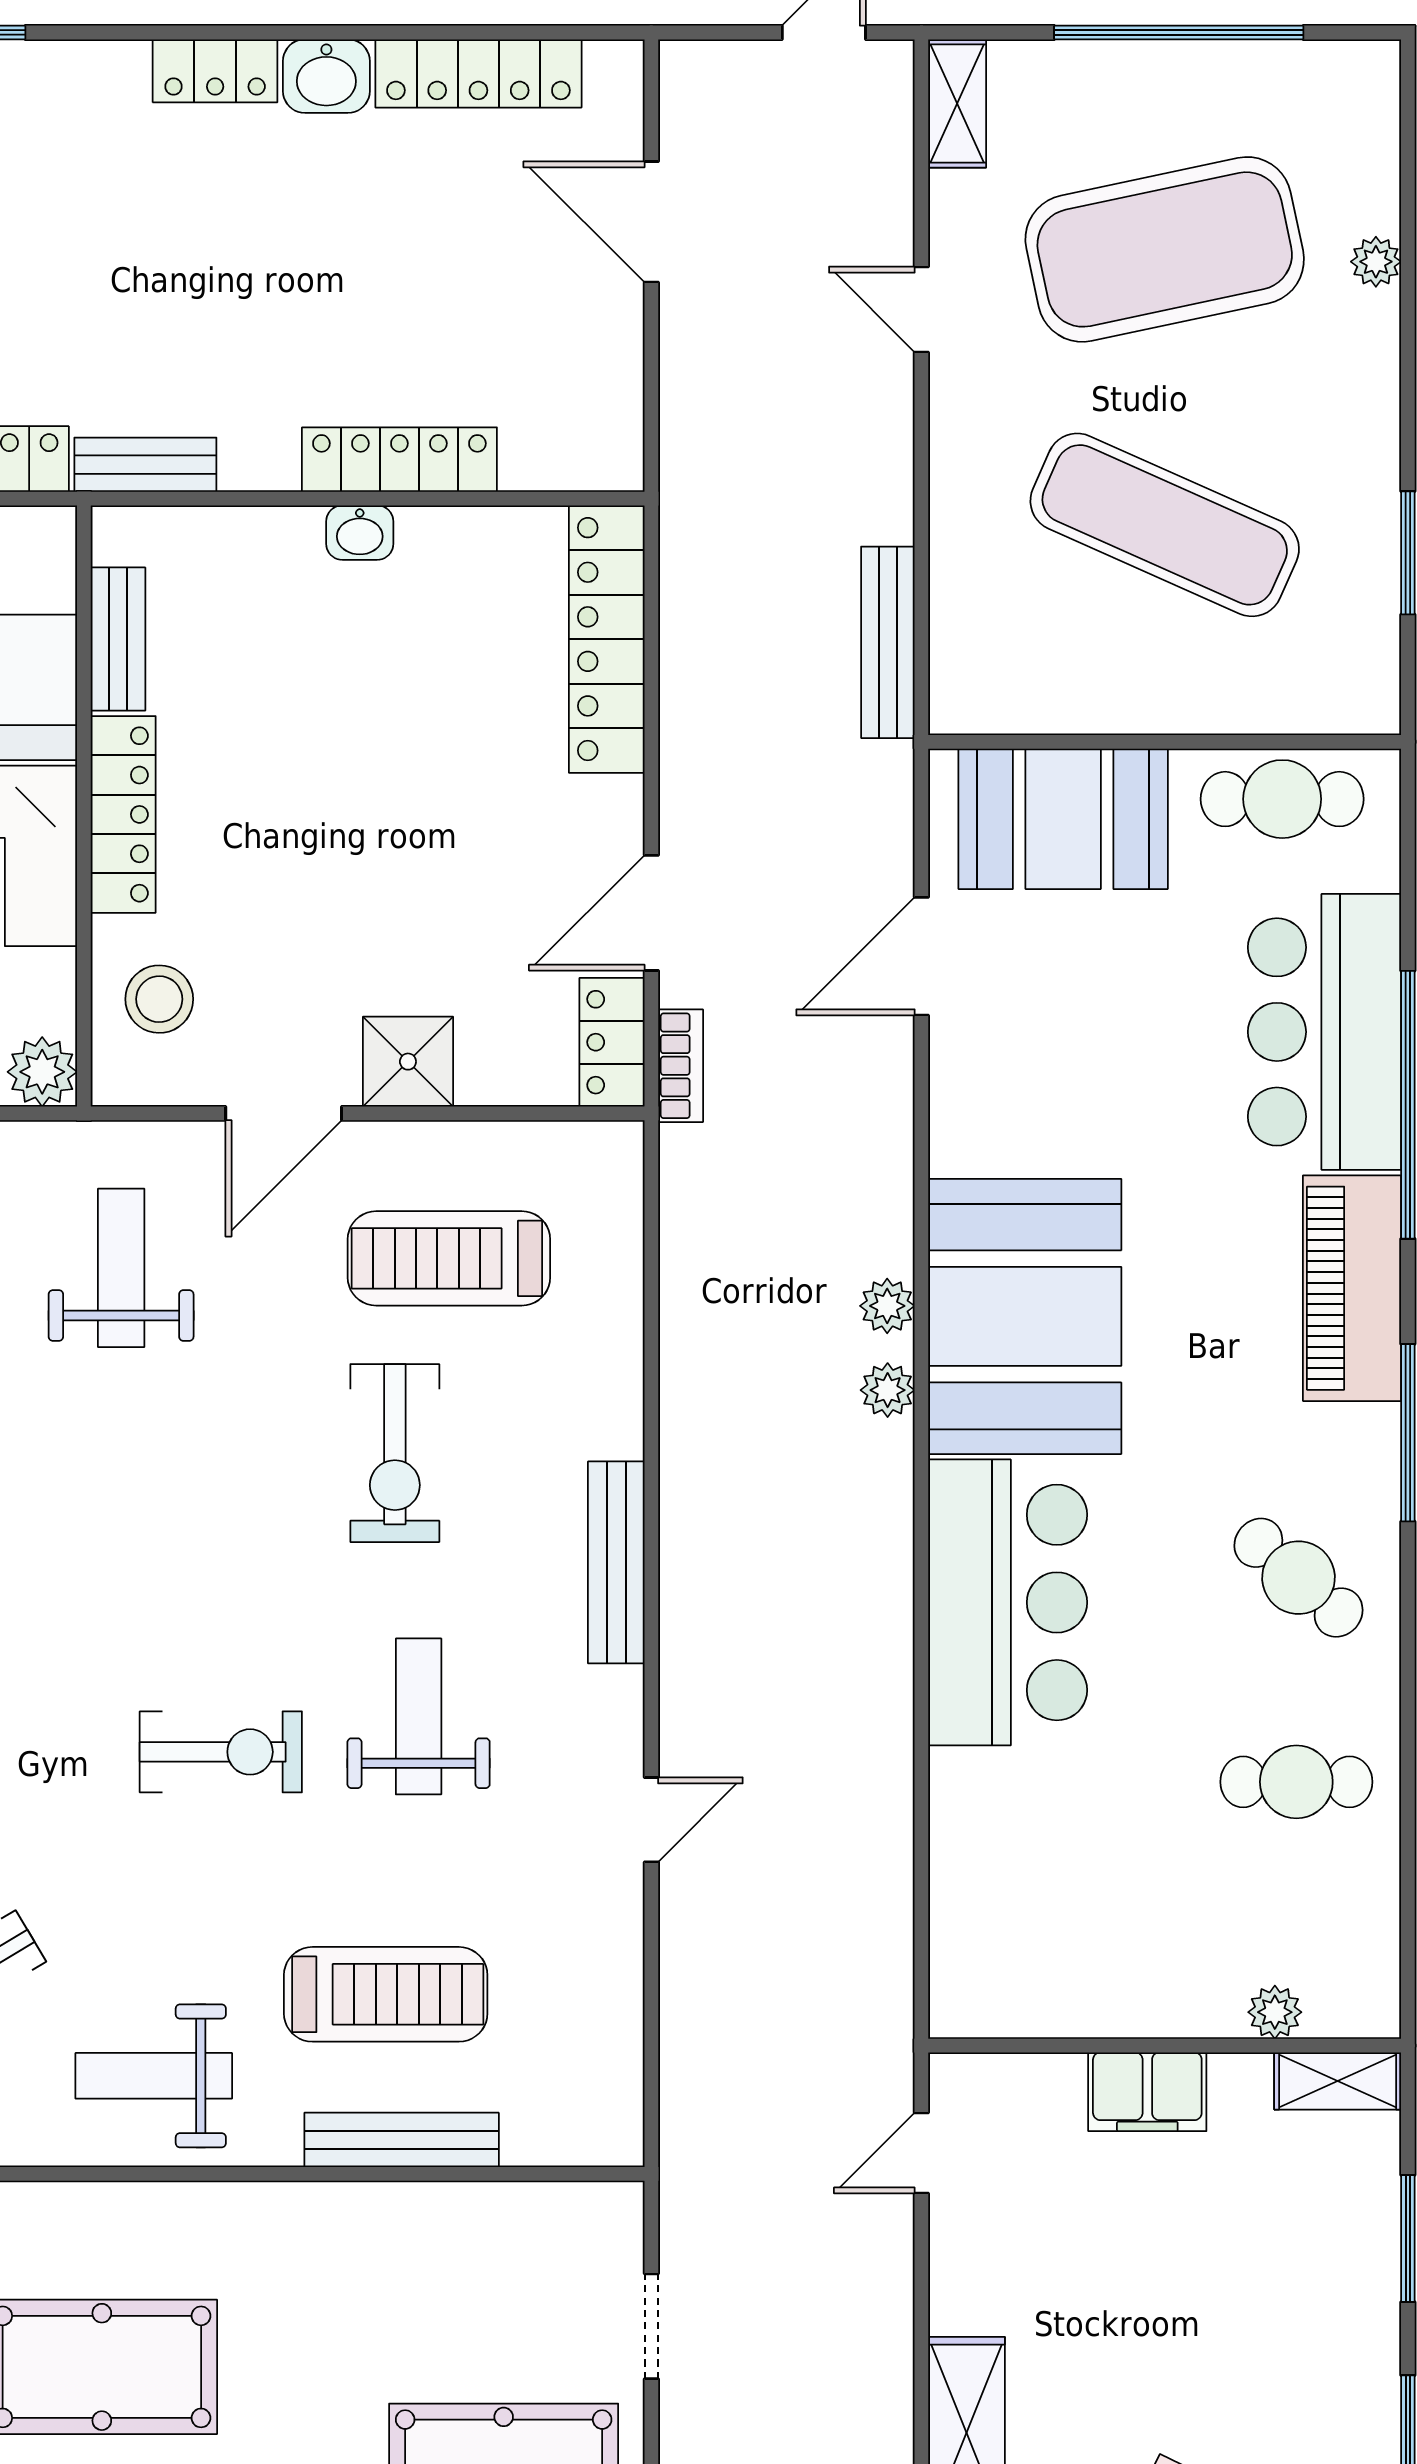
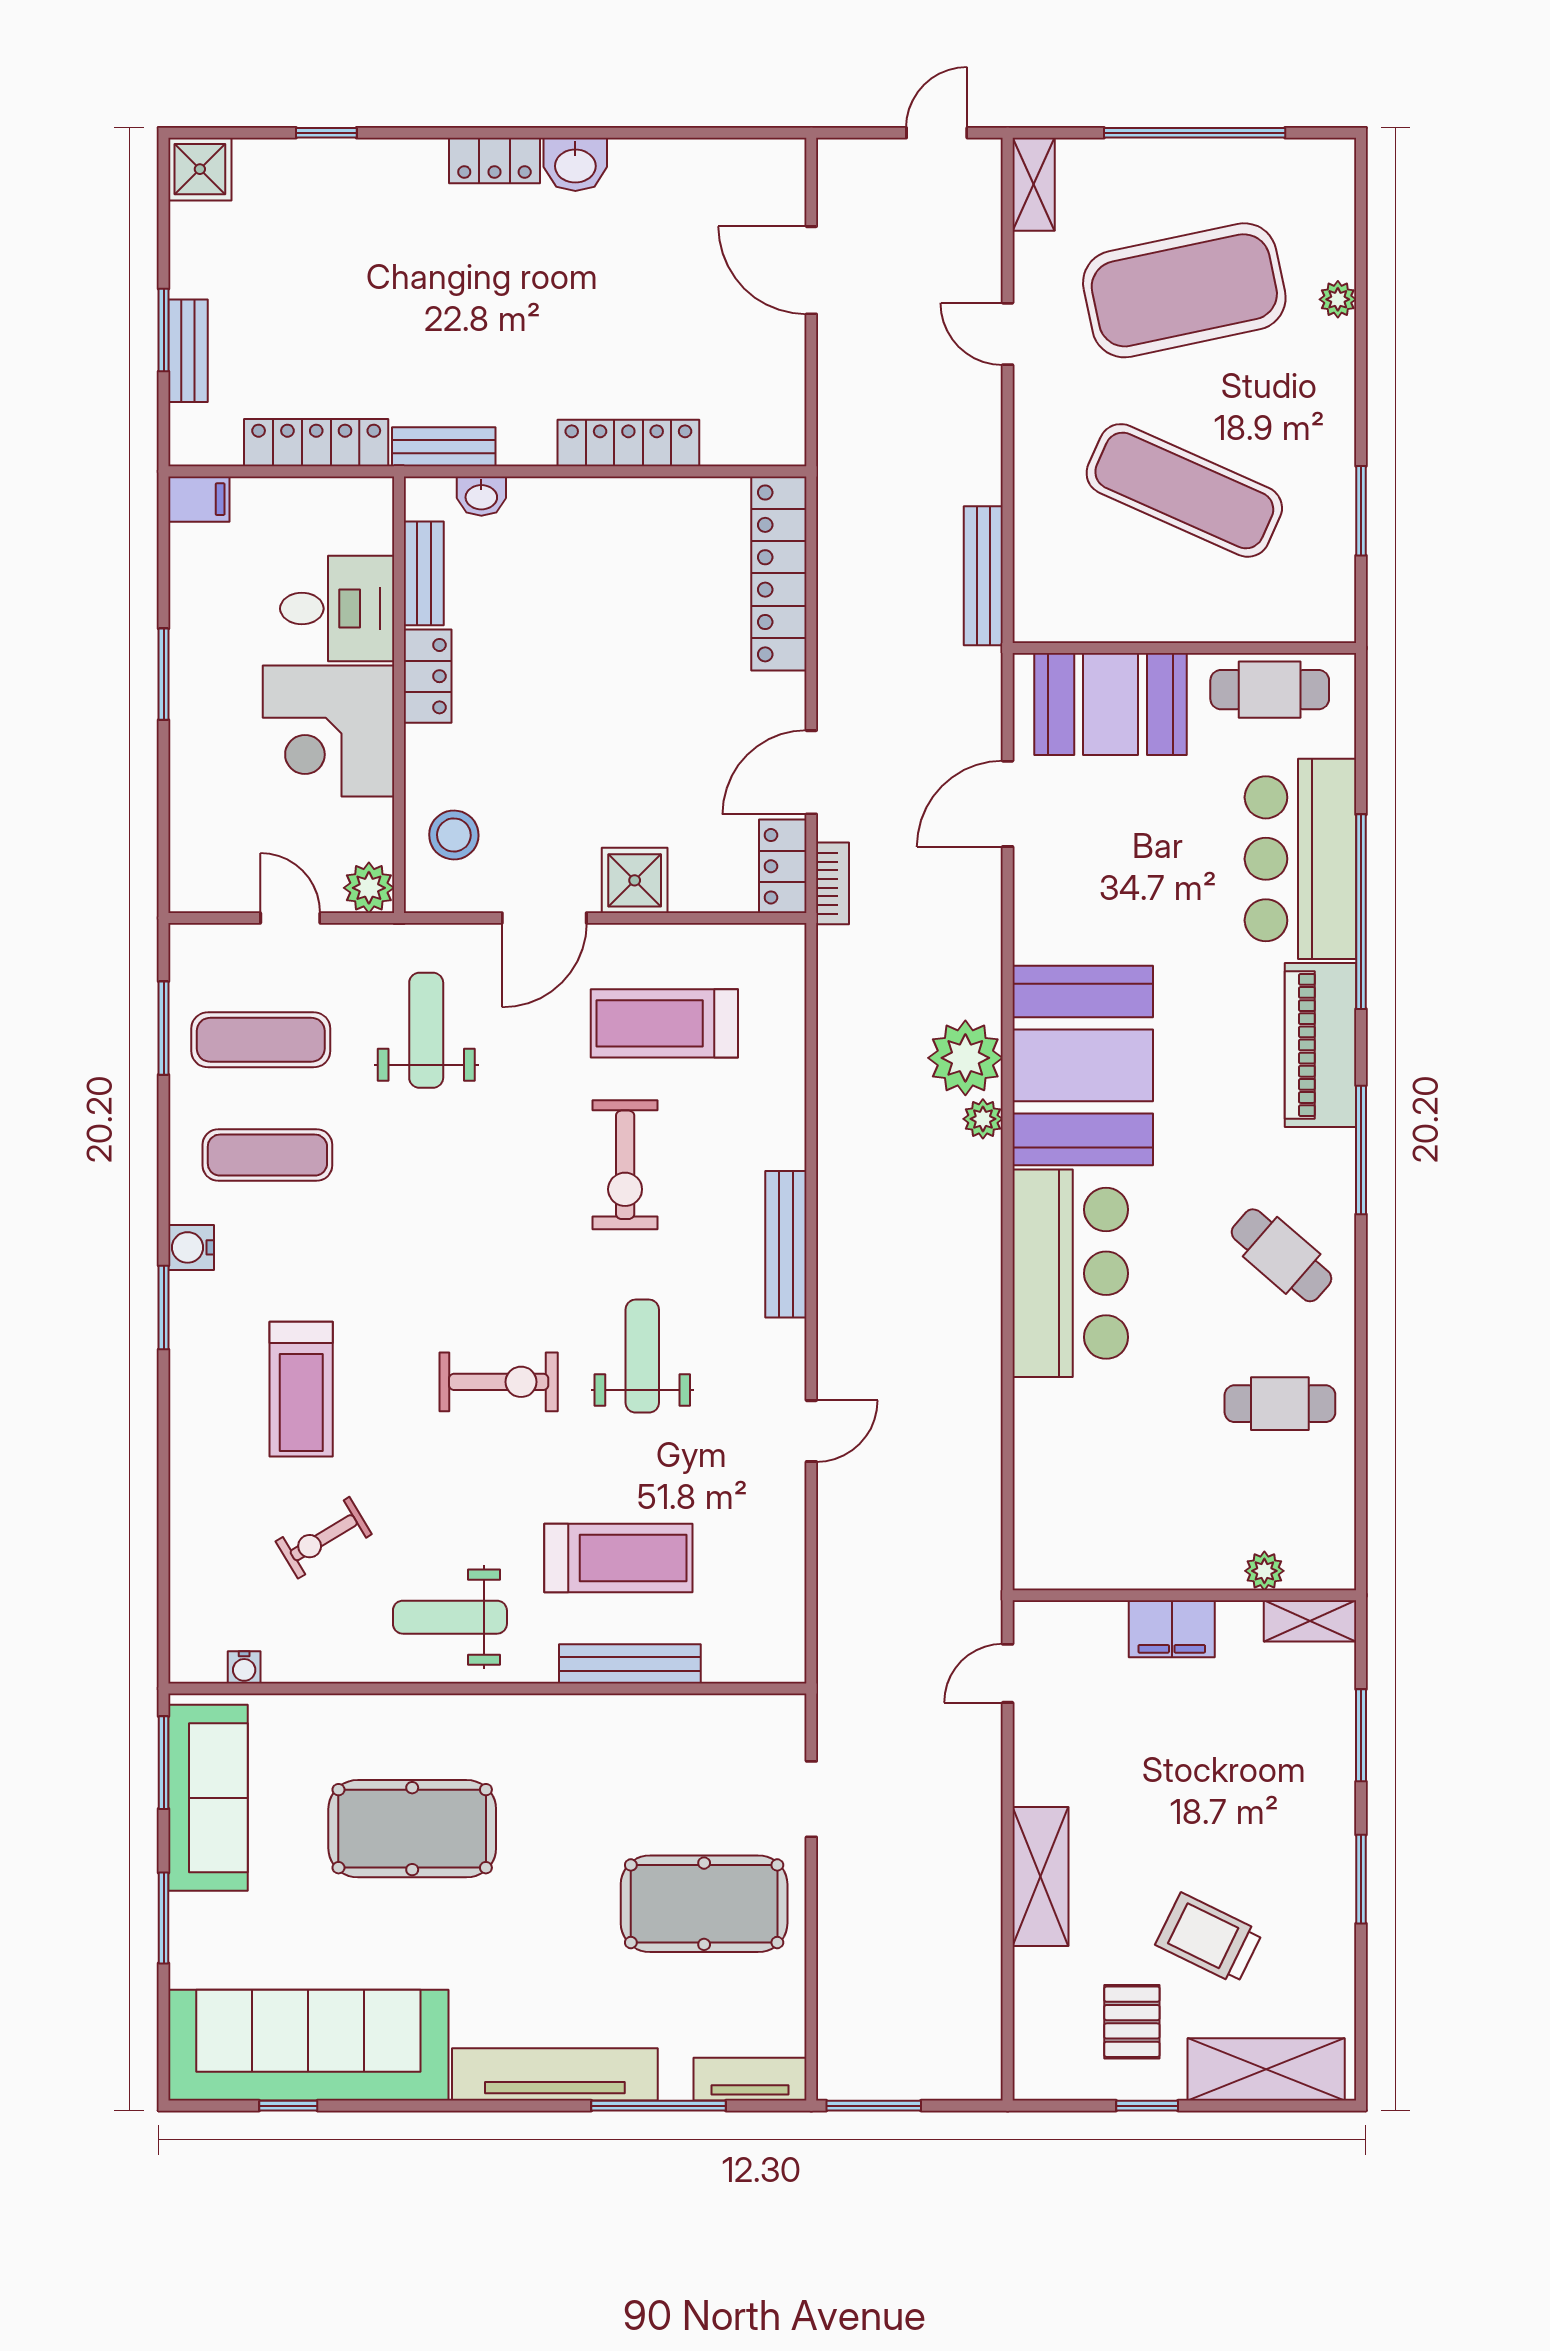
locker: (478, 73) -> (686, 162), removed
washbasin: (360, 533) -> (481, 496), moved
locker: (123, 814) -> (428, 676), width x0.66
plant: (887, 1306) -> (965, 1058), width x1.88, depth x1.88

